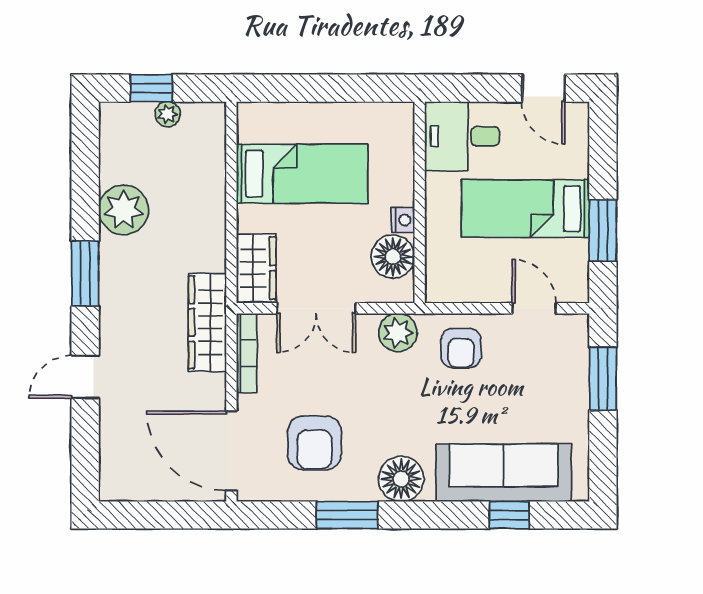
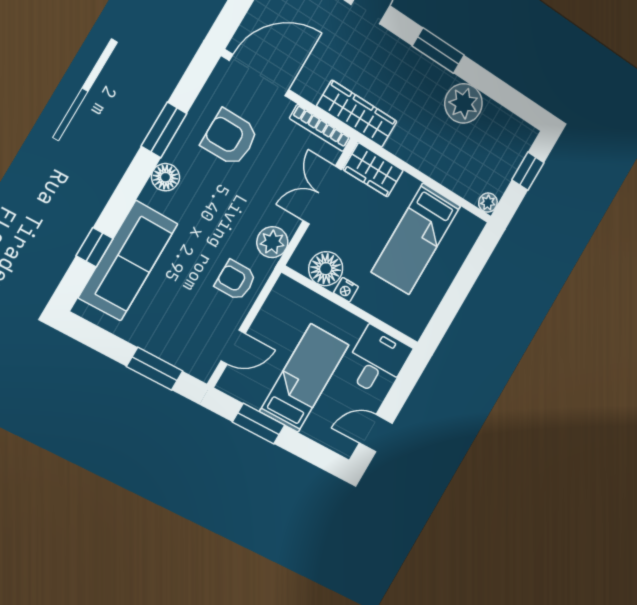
plant: (168, 114) -> (488, 203), moved
floor lamp: (401, 479) -> (166, 177), width x0.73, depth x0.73

